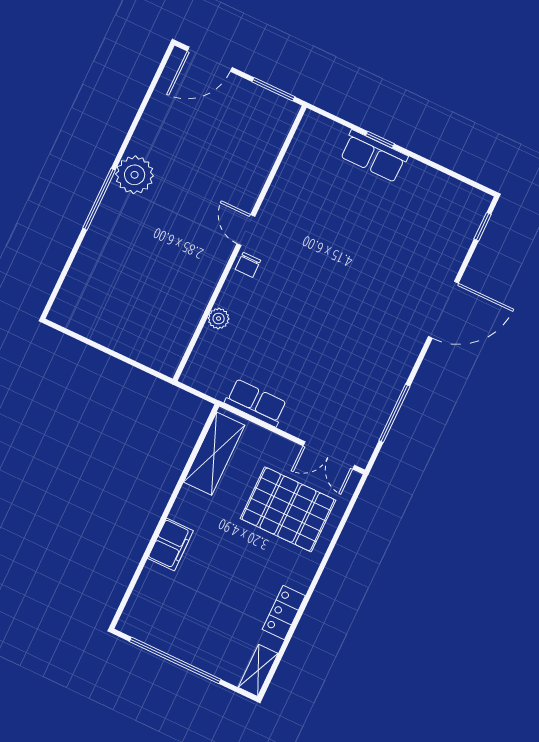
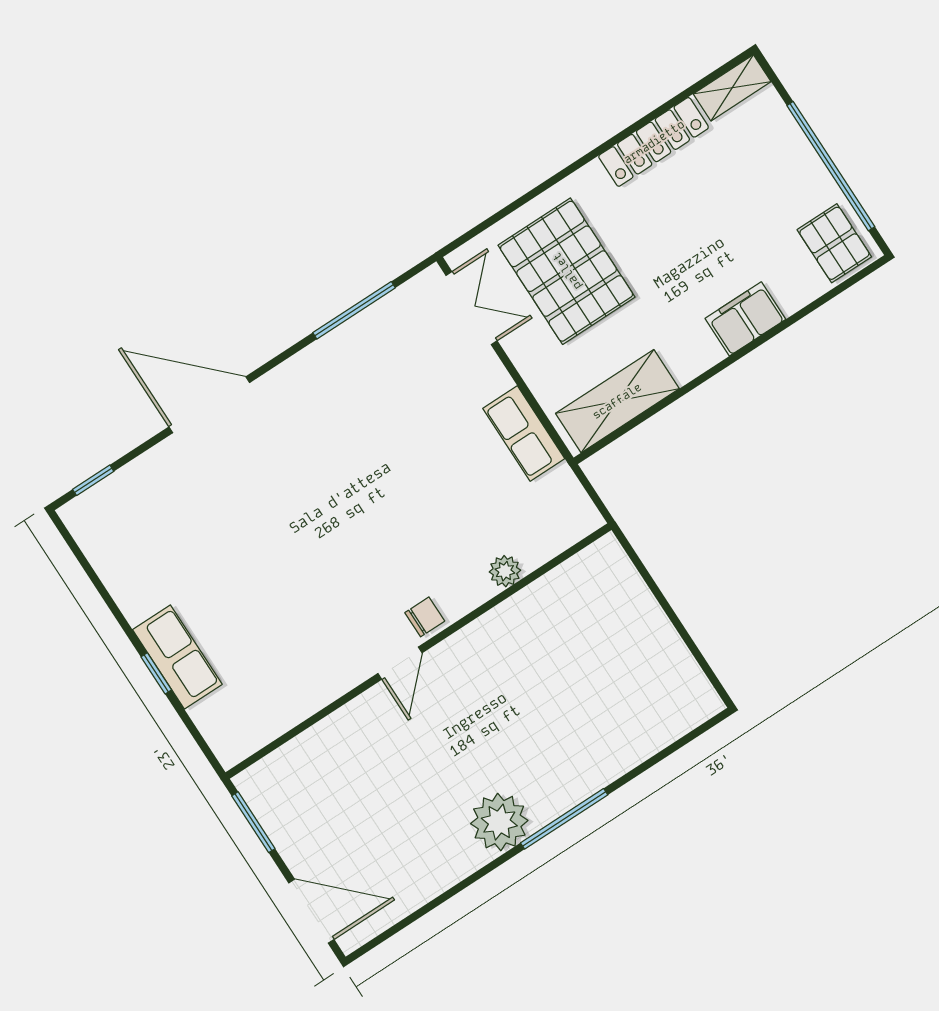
locker: (284, 613) -> (654, 142), width x1.53
pallet: (146, 618) -> (834, 243), added

